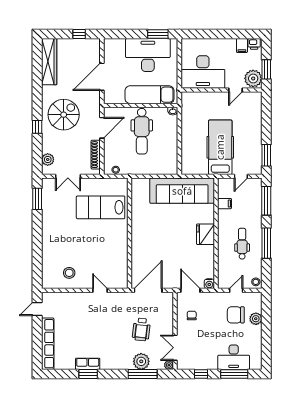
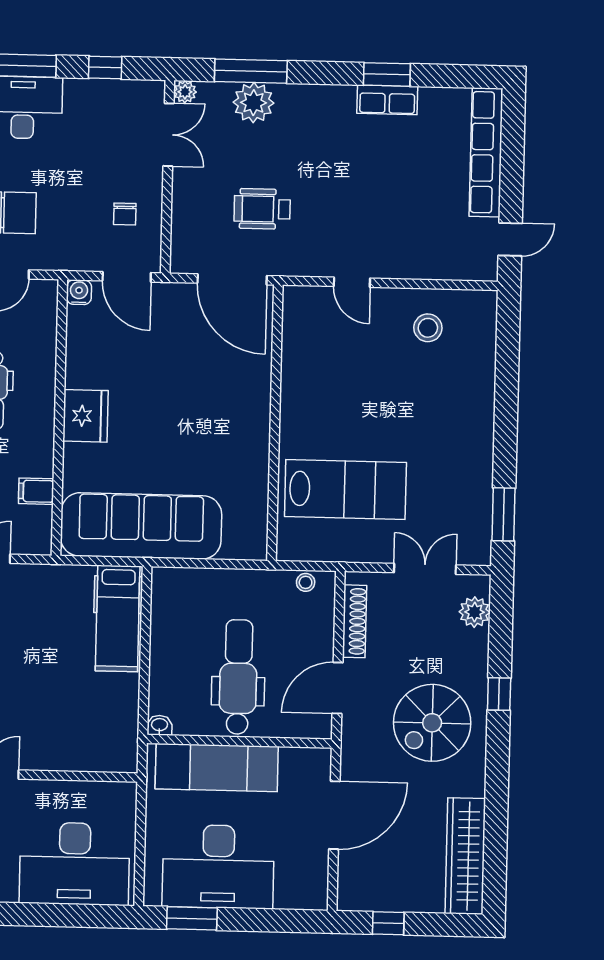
desk: (203, 72) -> (75, 864), moved, turned 180
hospital bed: (220, 147) -> (118, 618), moved, width x0.73, depth x0.78
door: (148, 290) -> (232, 279), hinge flipped
wheelchair: (141, 329) -> (262, 209), moved, turned -96

